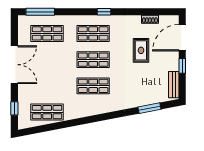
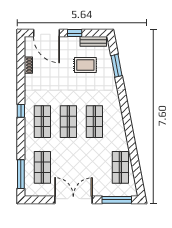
rug: (141, 50) -> (85, 65), moved
window: (14, 108) -> (117, 200), width x2.17

